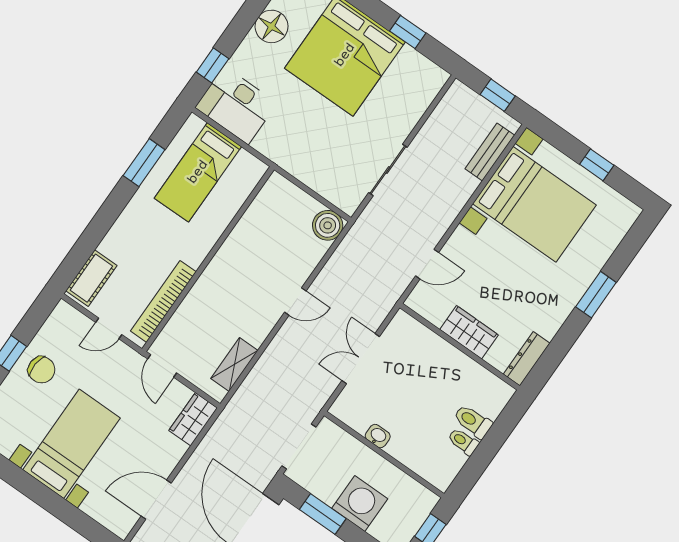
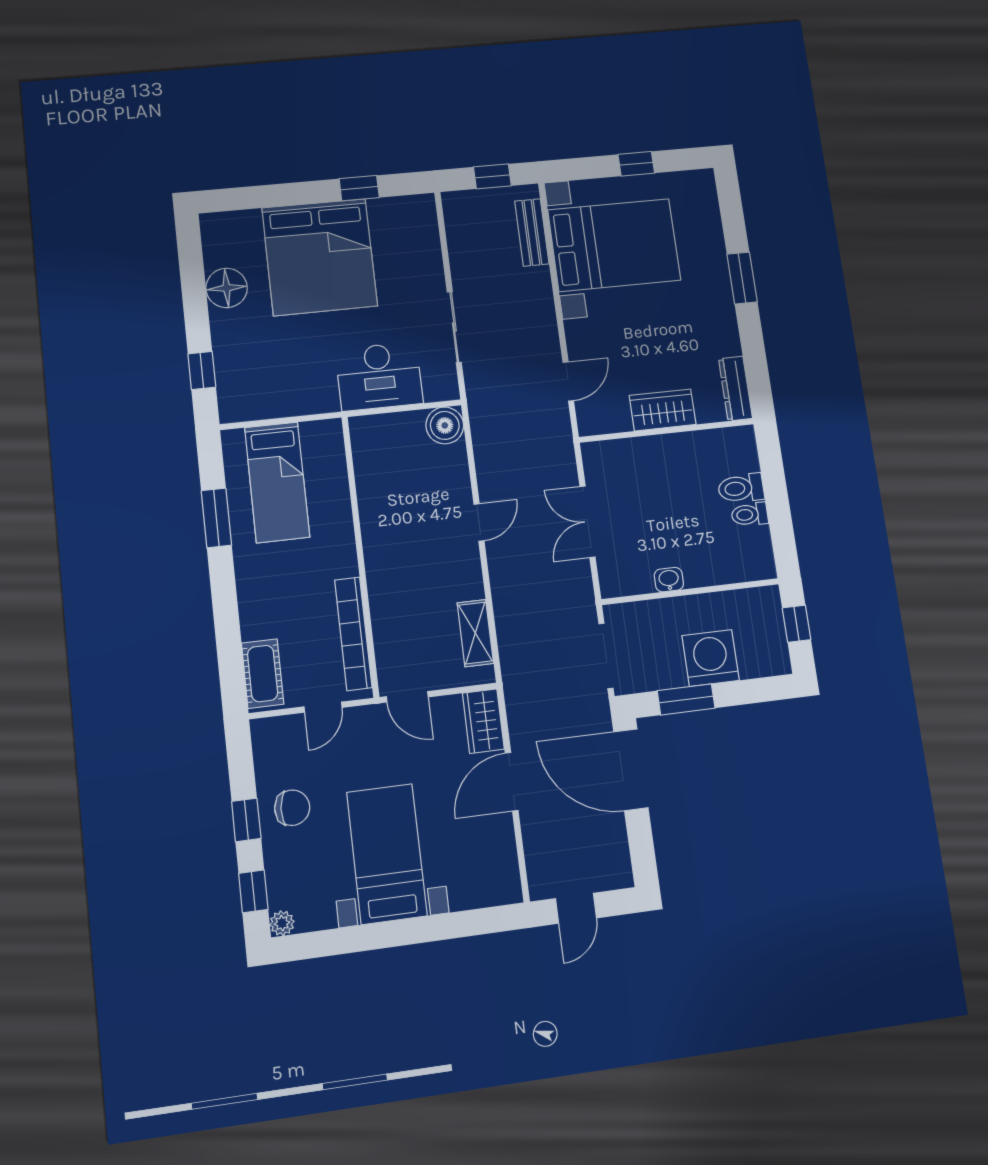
desk: (236, 105) -> (379, 376), moved
door: (156, 500) -> (512, 782), moved

